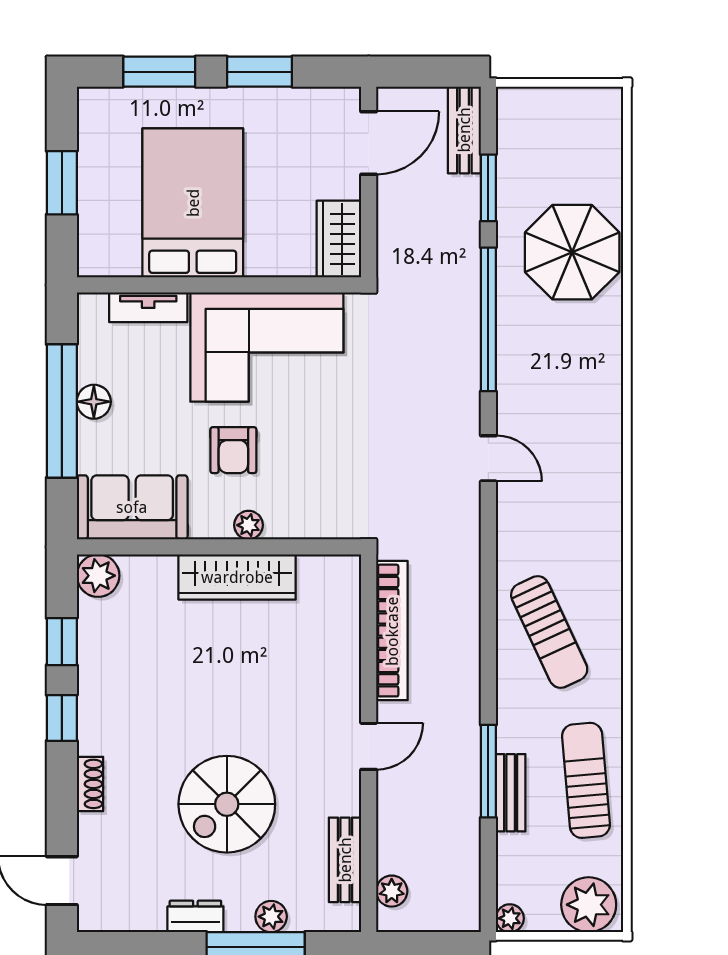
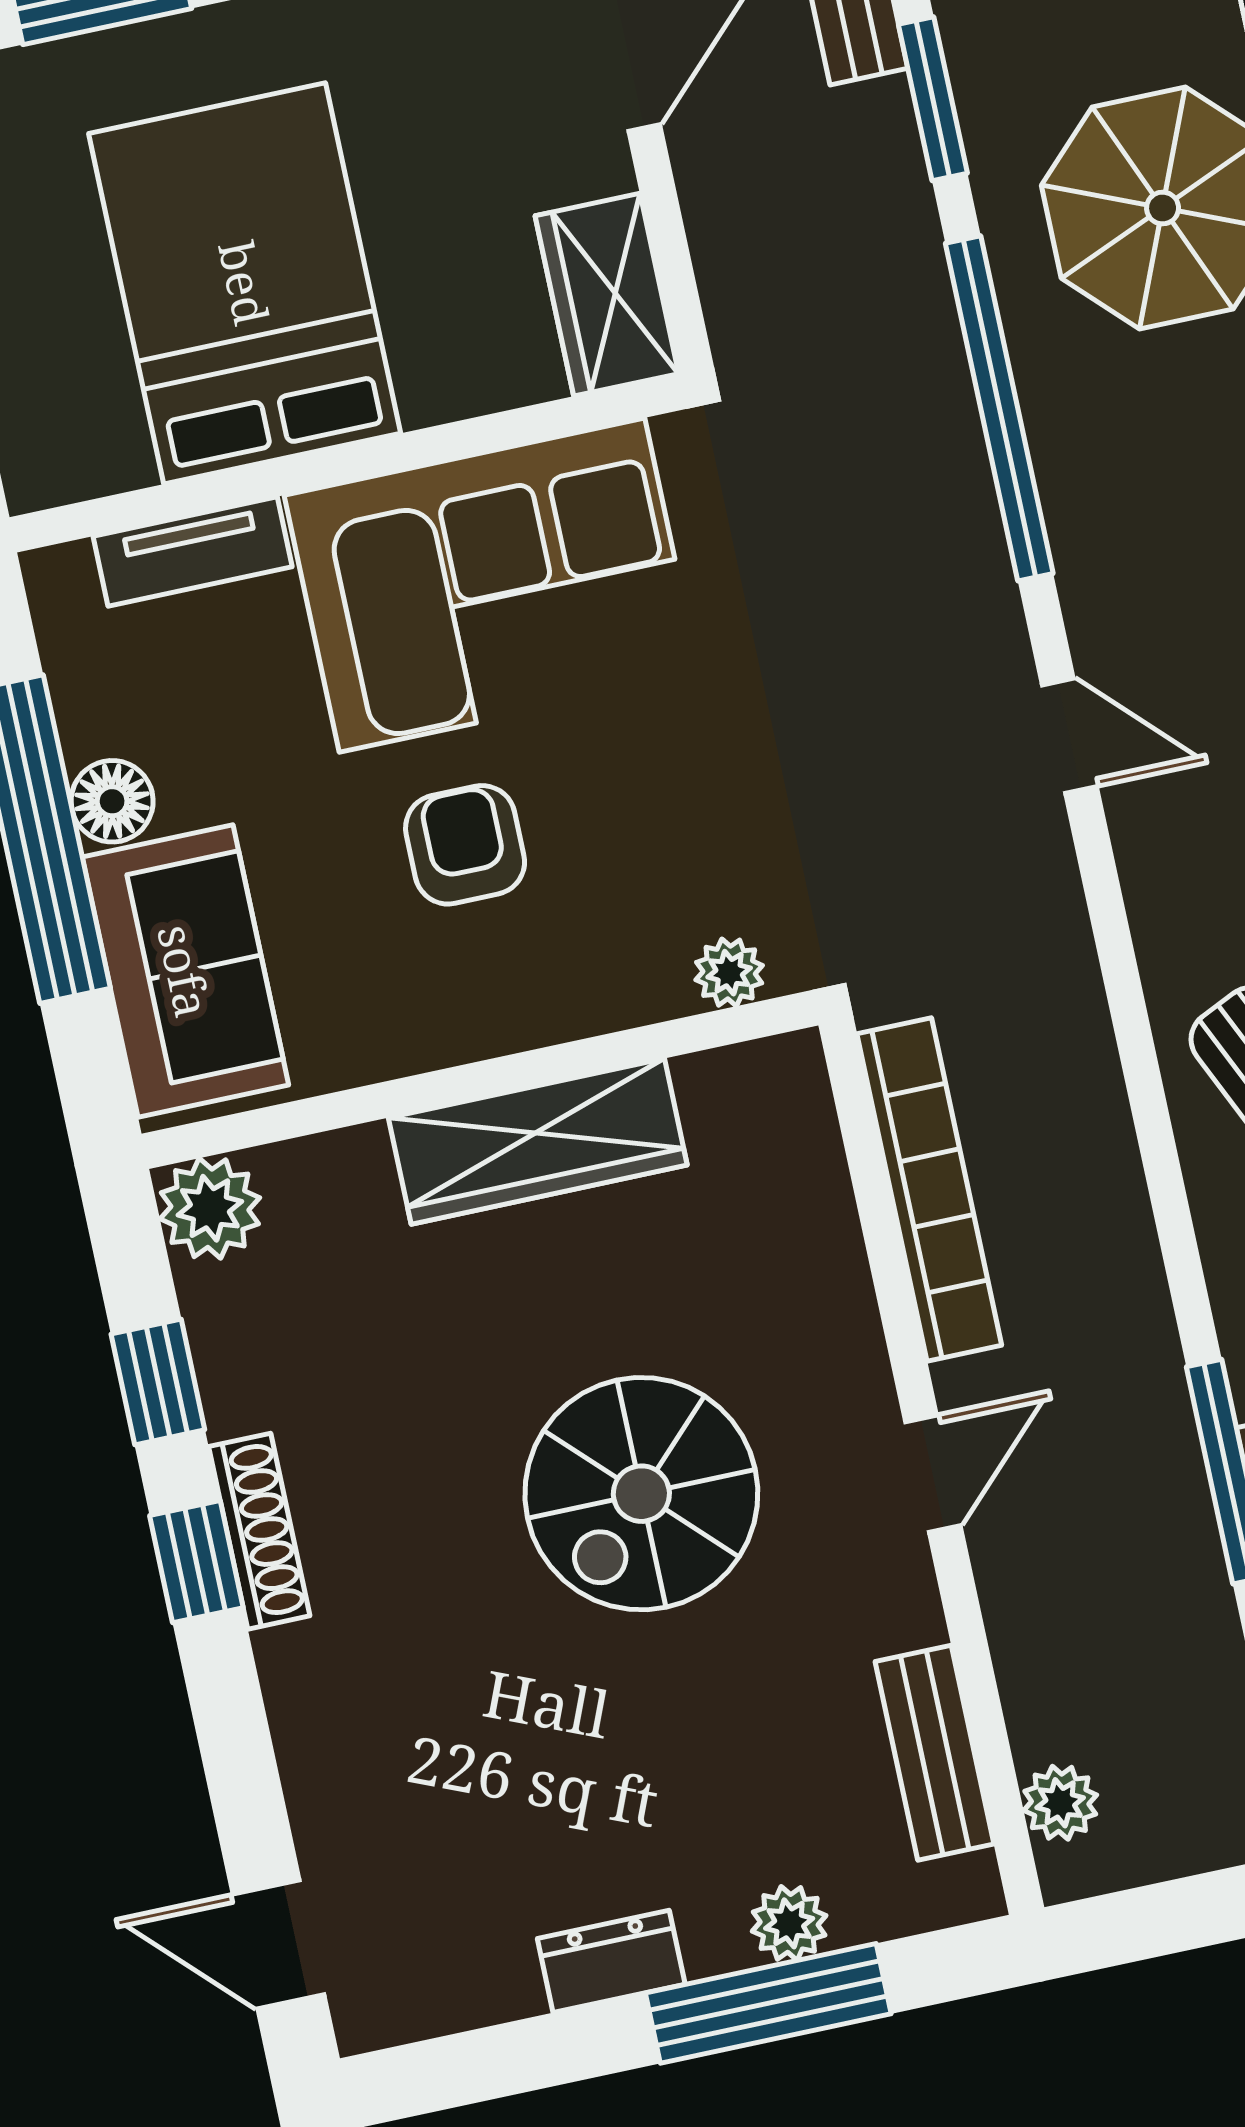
armchair: (233, 450) -> (465, 845), turned 180
sofa: (132, 507) -> (185, 971), moved, turned 90
plant: (248, 525) -> (729, 973), moved
shoe rack: (90, 784) -> (259, 1531), moved, width x1.43
spiral stairs: (227, 804) -> (641, 1494), moved

